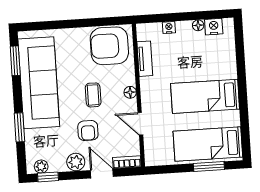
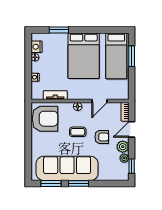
armchair: (109, 46) -> (45, 119), turned -90
window: (240, 58) -> (59, 30), added
bed: (205, 96) -> (84, 56), width x1.50
window: (19, 127) -> (78, 183), moved
plant: (41, 167) -> (124, 158), moved

